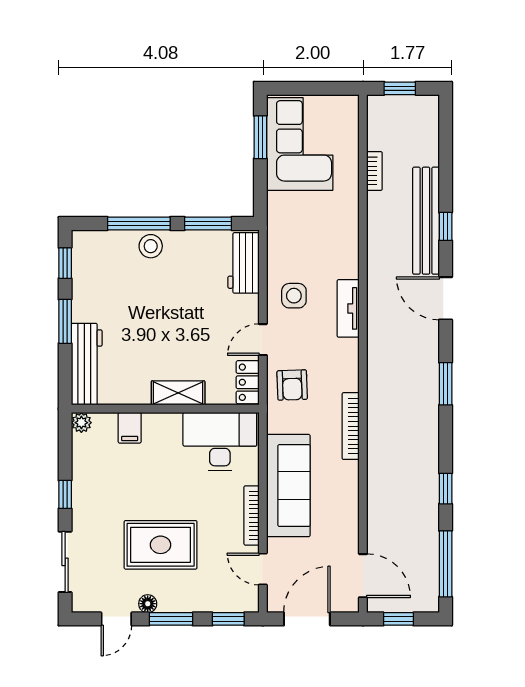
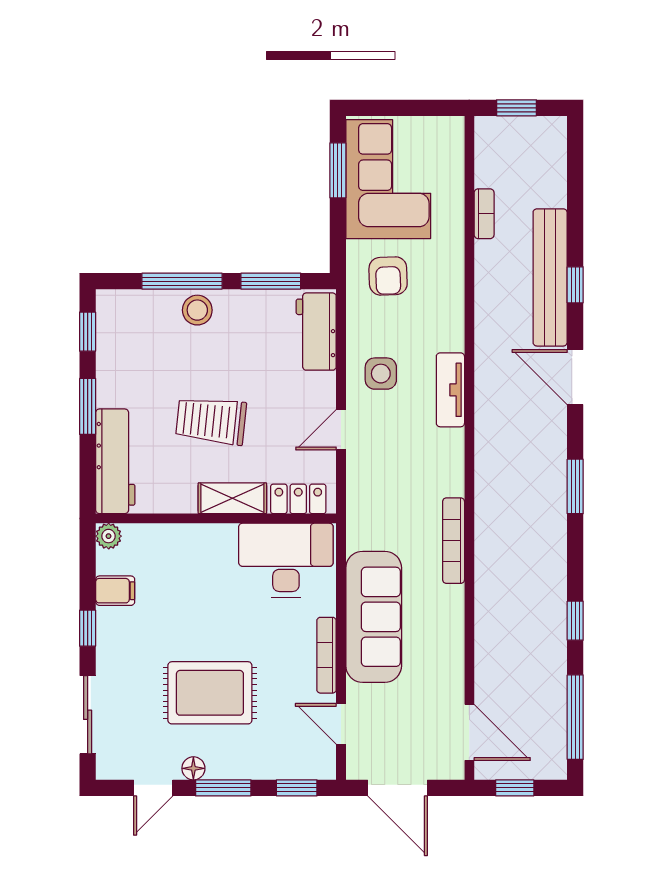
trolley: (161, 332) -> (211, 421), added
locker: (248, 382) -> (298, 499), moved, turned 90
armchair: (292, 385) -> (388, 276), moved
filing cabinet: (130, 428) -> (115, 591), moved, turned -90
door: (307, 619) -> (397, 788), swing flipped

